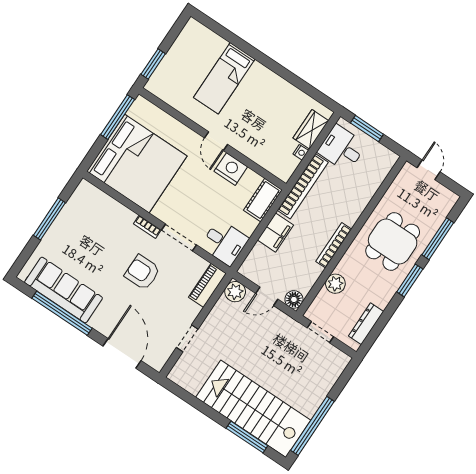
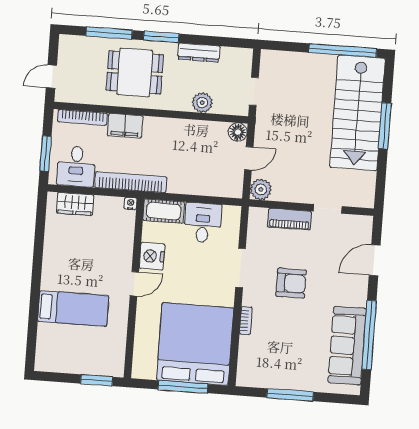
window: (118, 117) -> (183, 387), moved
nightstand: (301, 152) -> (131, 203), moved
bookcase: (147, 227) -> (246, 321), moved
filing cabinet: (276, 233) -> (125, 126), moved, turned 180
desk: (225, 242) -> (203, 223), moved
bookcase: (334, 245) -> (82, 117), moved
armchair: (142, 272) -> (291, 283), turned -90
piano: (207, 285) -> (290, 219), moved
door: (267, 296) -> (249, 158), hinge flipped
dresser: (366, 324) -> (199, 53), moved
door: (122, 353) -> (375, 260), width x0.73
window: (247, 437) -> (385, 126), moved

